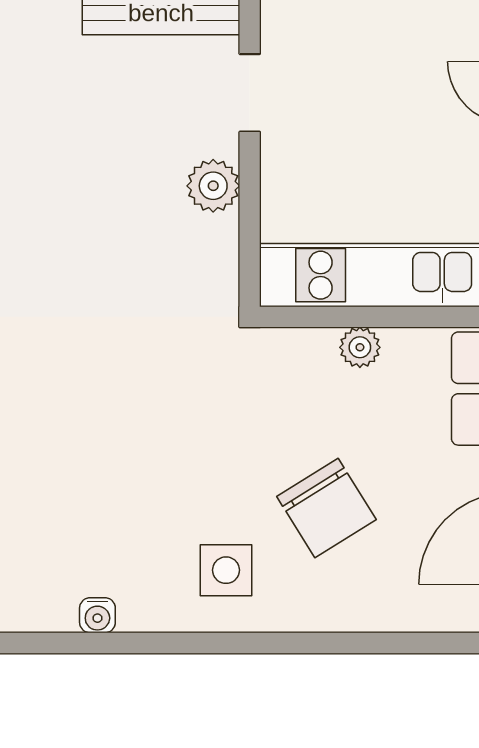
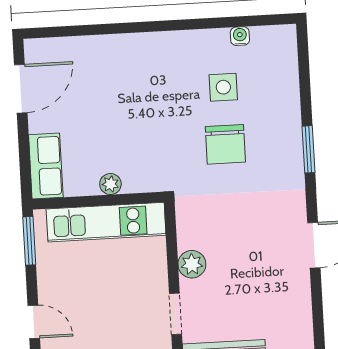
chair: (327, 508) -> (225, 144), moved, turned -148
side table: (226, 570) -> (223, 87), moved

